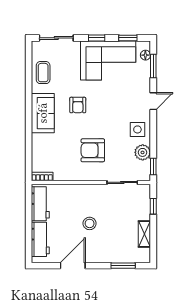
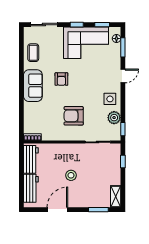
shelving: (144, 234) -> (116, 197), moved

